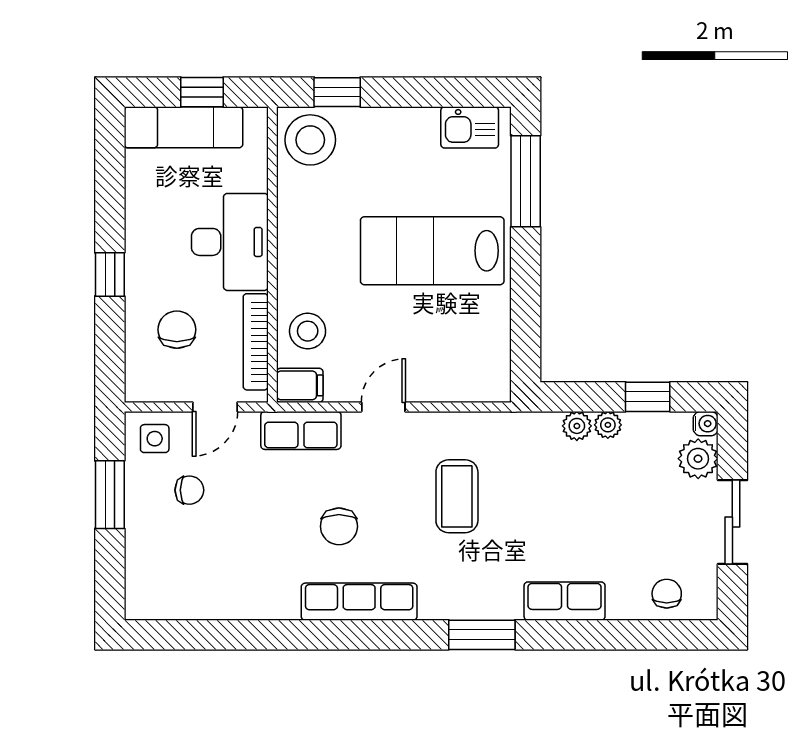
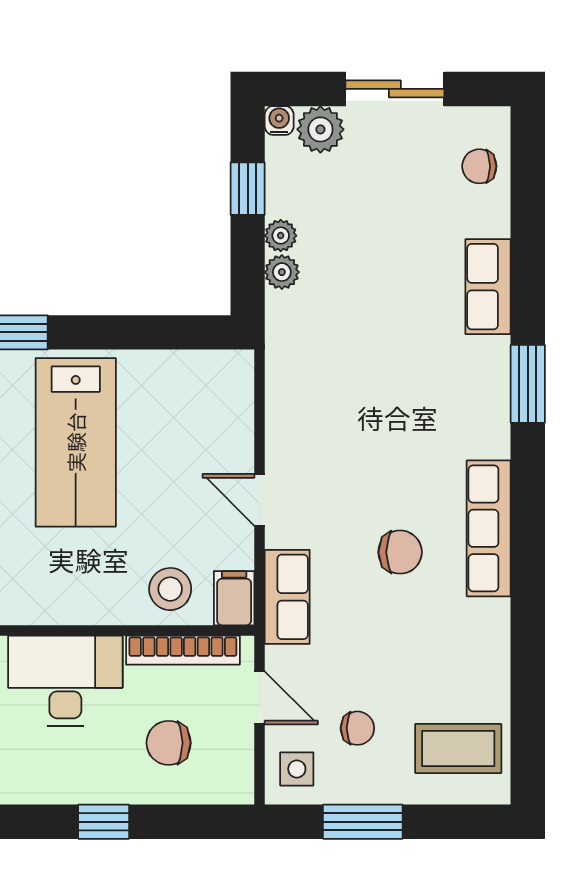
chair: (189, 490) -> (357, 728), turned 90
coffee table: (457, 496) -> (458, 748), moved

